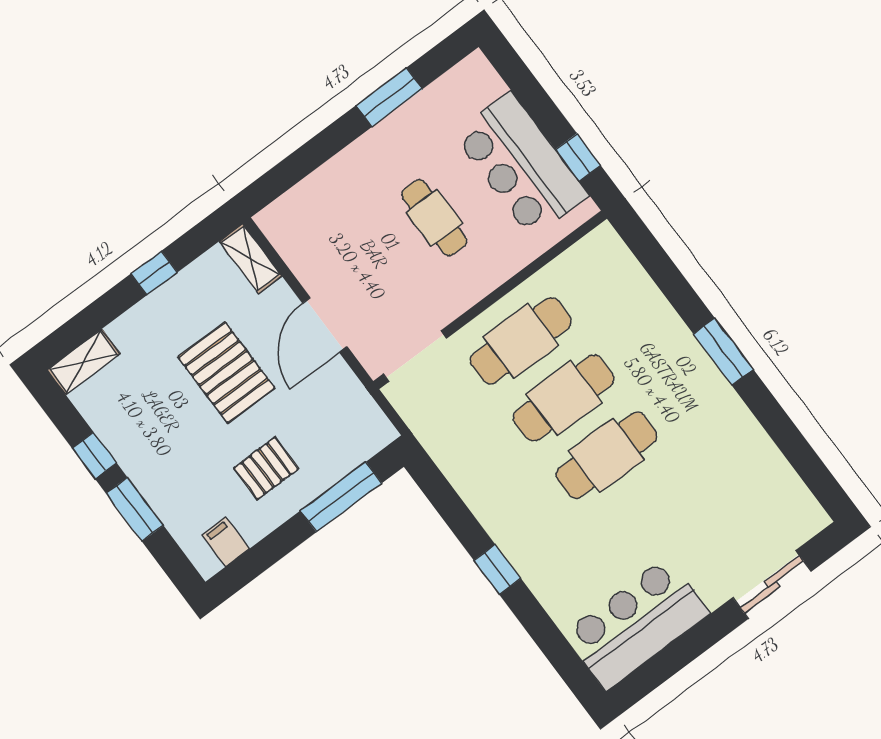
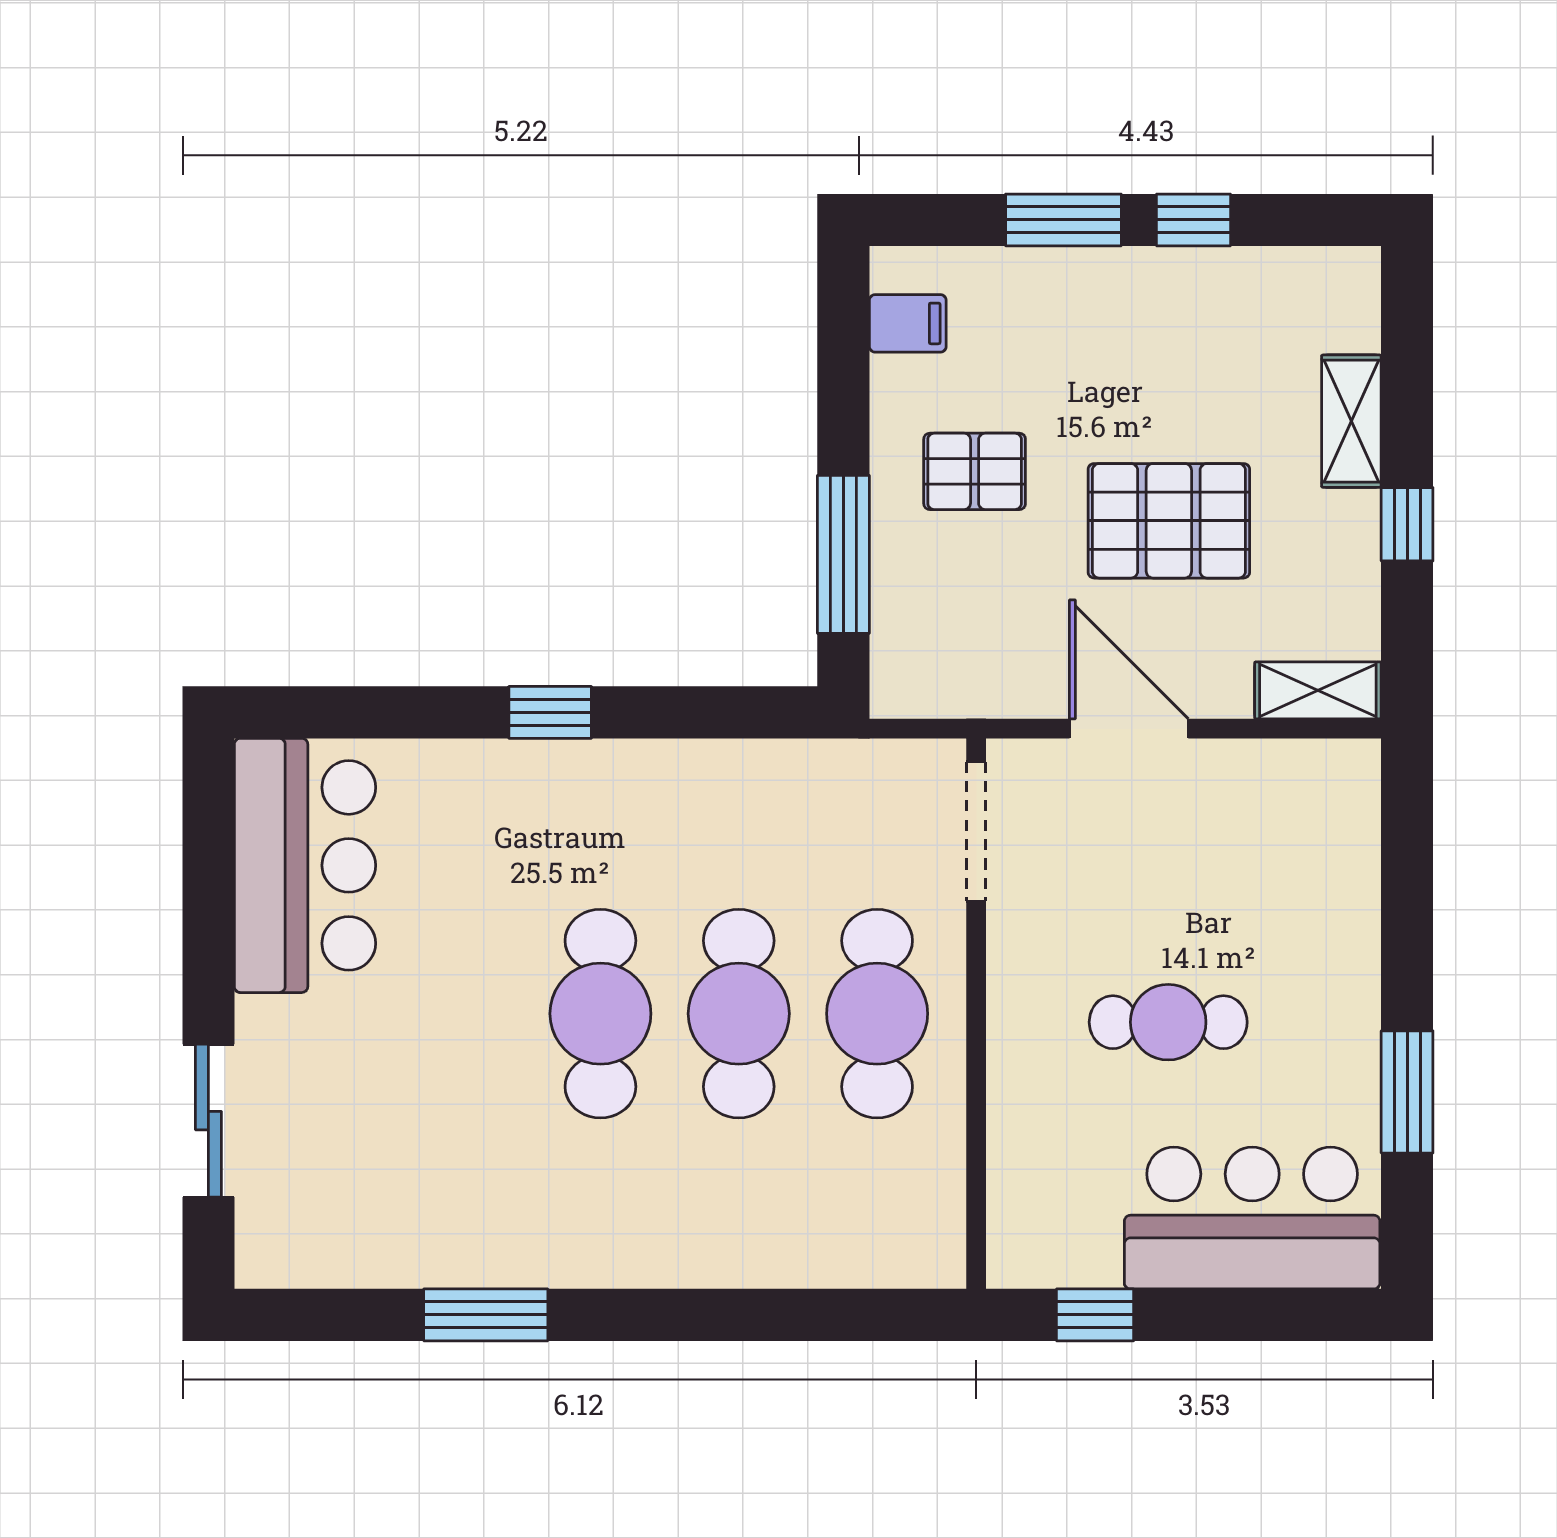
bar counter: (521, 165) -> (1252, 1218), moved
window: (723, 351) -> (486, 1315), moved
shelving: (84, 362) -> (1351, 421), moved
pallet: (266, 468) -> (975, 471), turned 90

